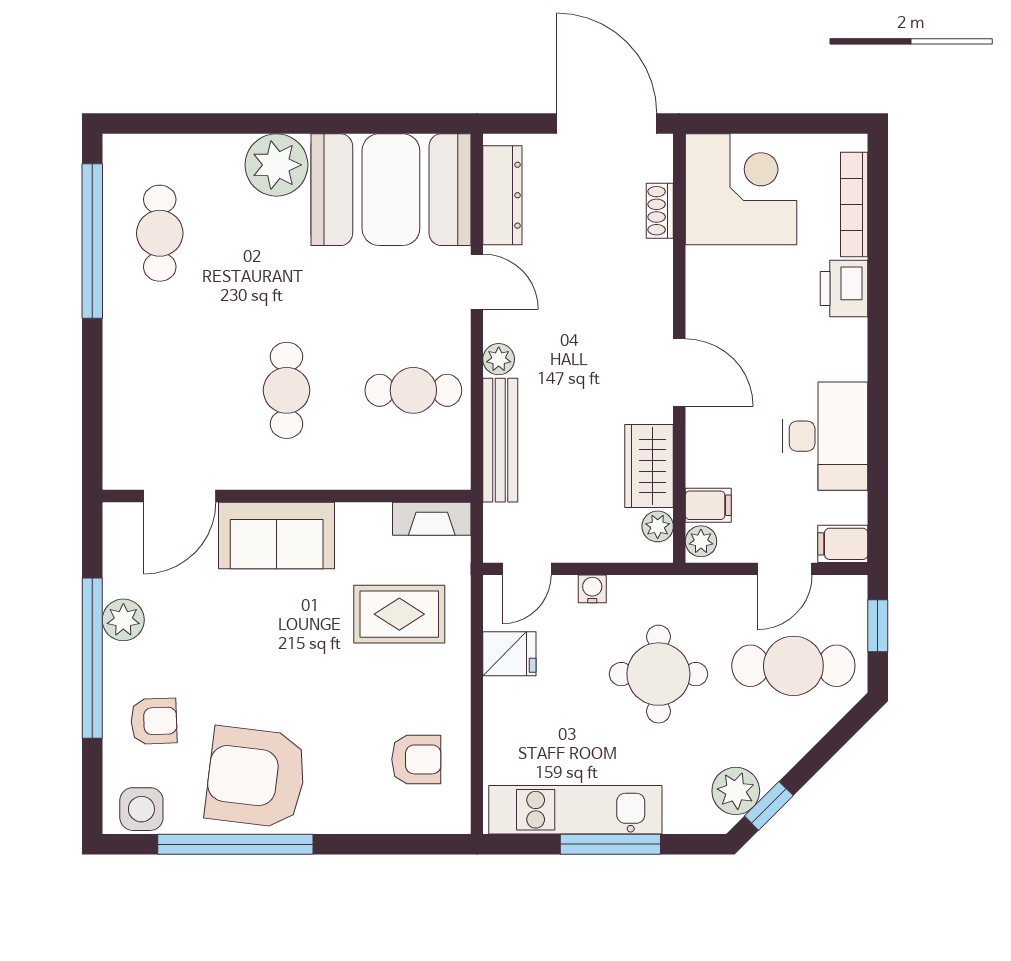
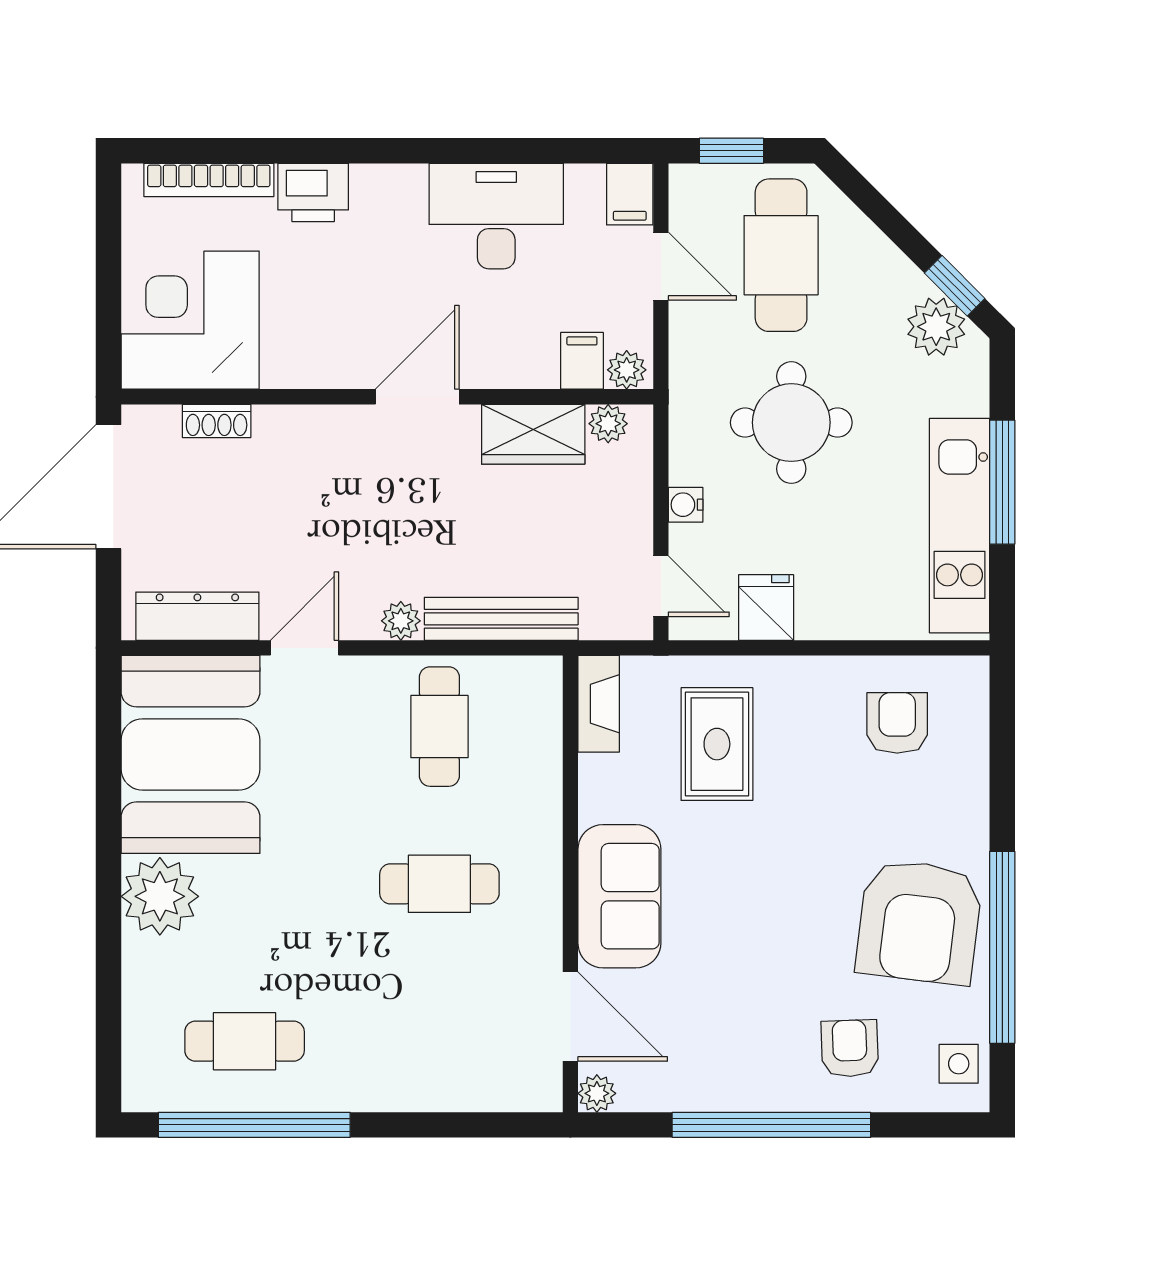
plant: (123, 620) -> (597, 1093), moved, width x0.73, depth x0.73
side table: (141, 809) -> (959, 1064), width x0.73, depth x0.73

